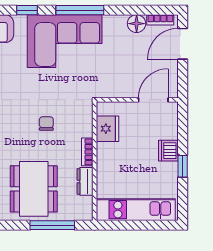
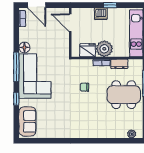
floor lamp: (137, 24) -> (24, 47), moved
plant: (110, 157) -> (104, 49), added

